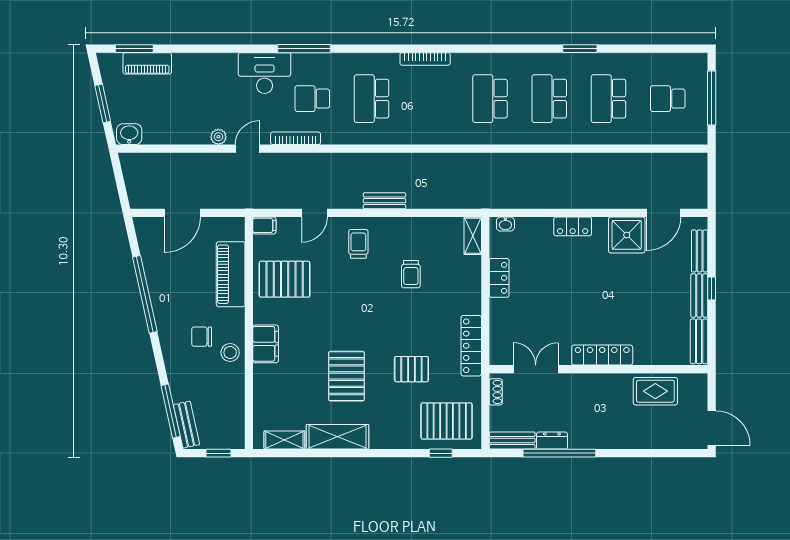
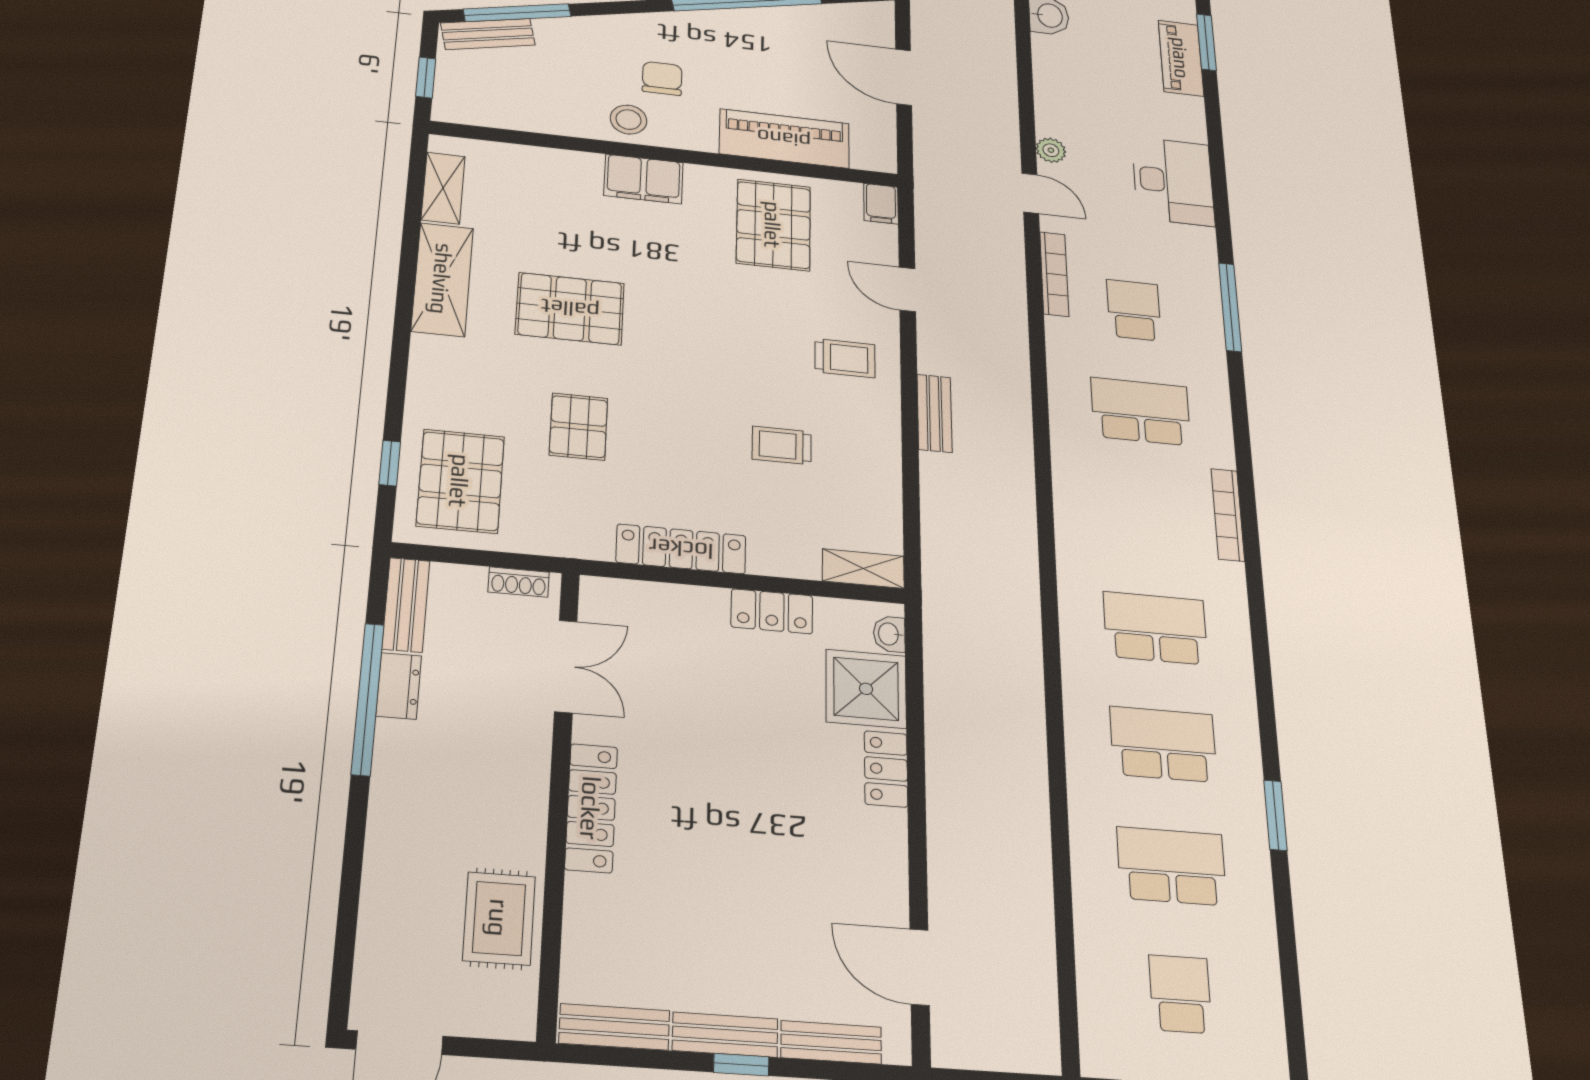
desk: (265, 73) -> (1173, 181), moved
shower: (627, 235) -> (866, 689), moved
locker: (471, 346) -> (681, 549), moved

